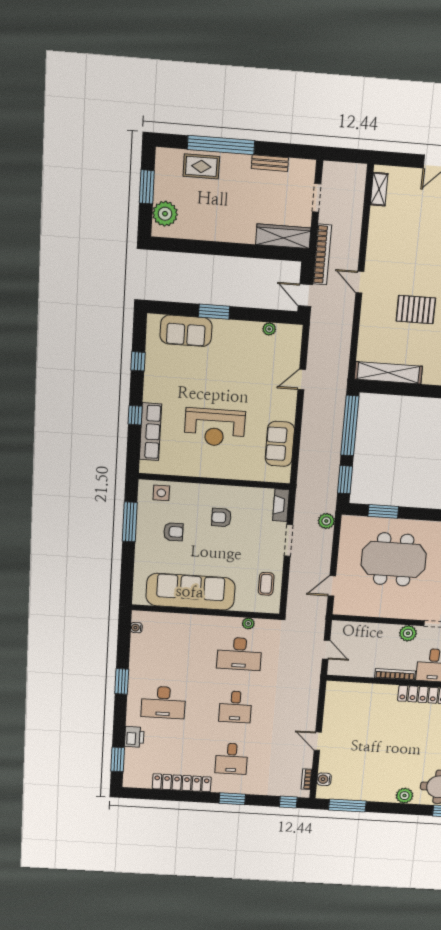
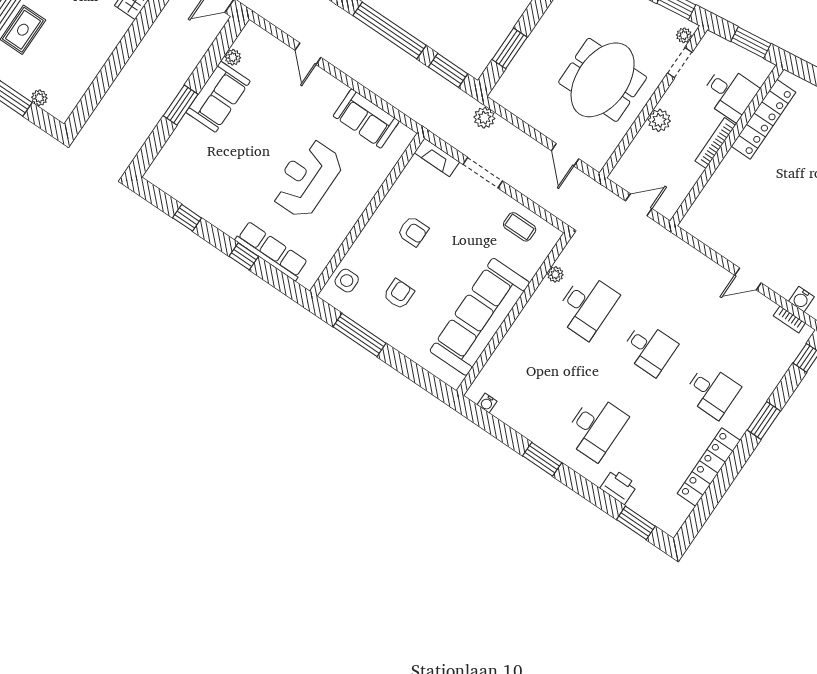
plant: (165, 214) -> (39, 98), width x0.53, depth x0.53
sofa: (186, 331) -> (218, 97), moved
reception desk: (215, 427) -> (307, 179), turned 180
armchair: (221, 518) -> (413, 231), turned -90
meeting table: (394, 559) -> (603, 80), moved
plant: (408, 633) -> (659, 120), moved

